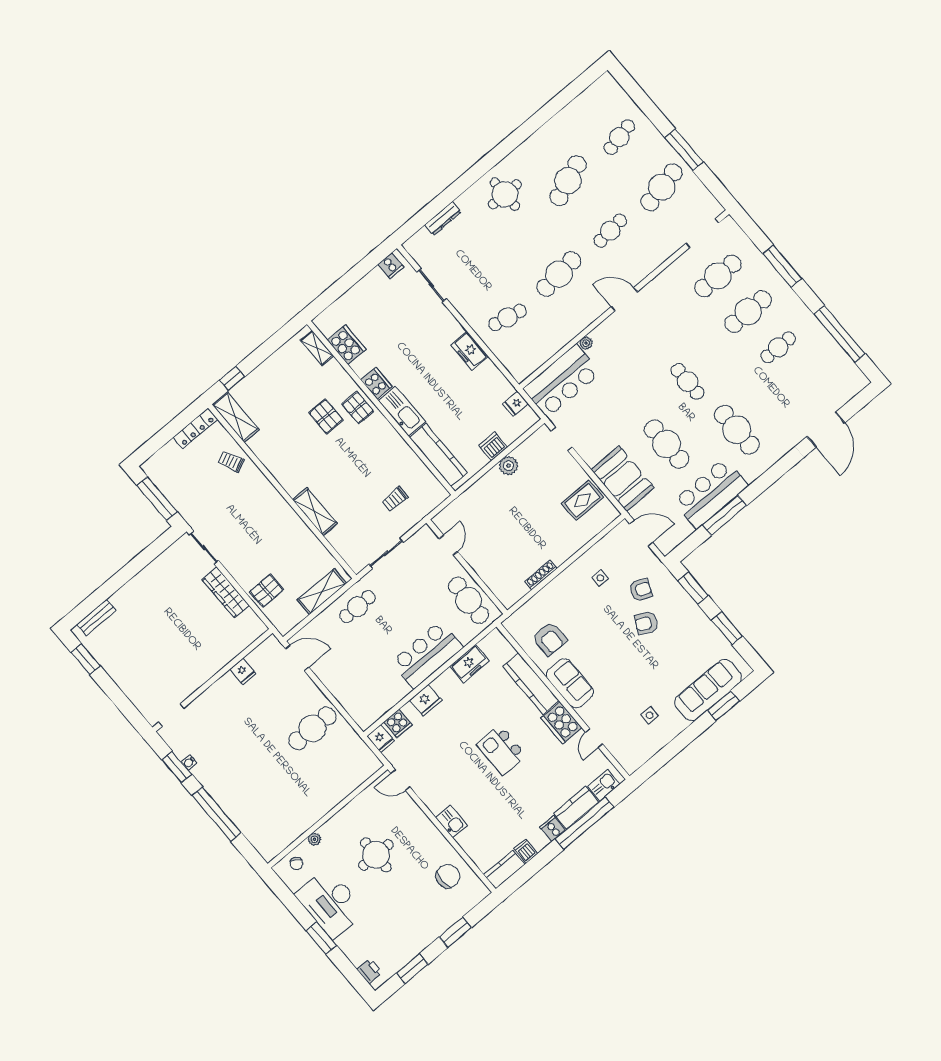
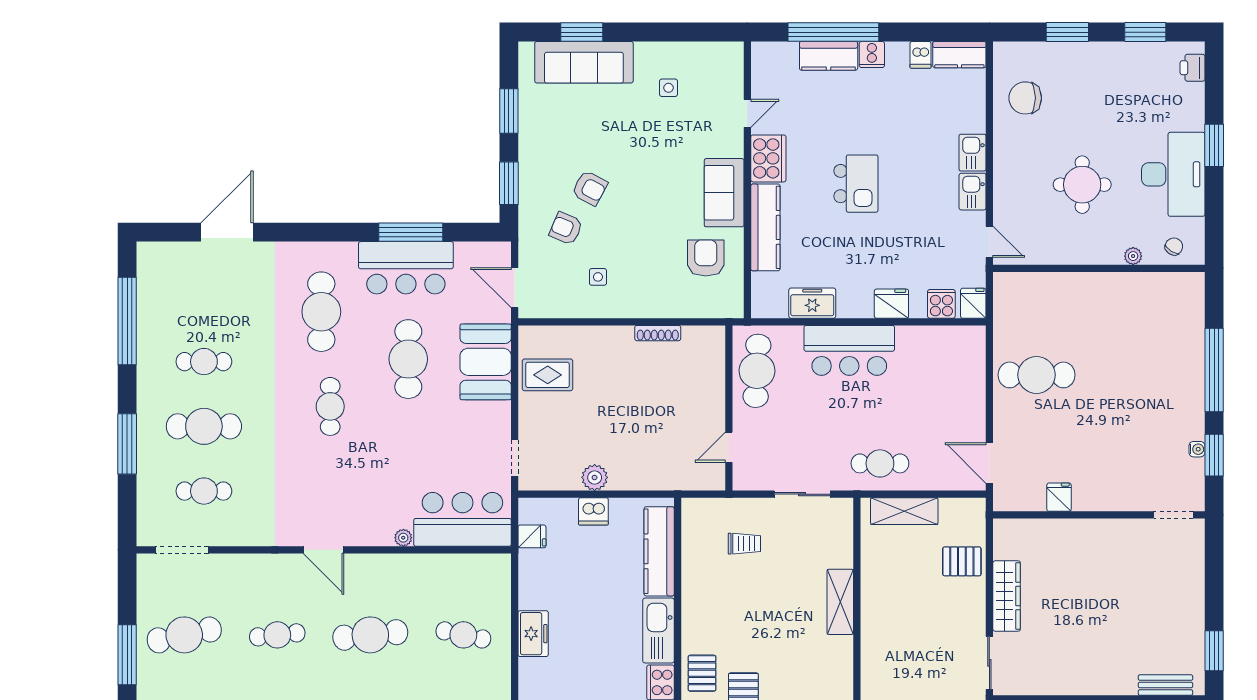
cafe table: (718, 276) -> (204, 491), width x0.73, depth x0.74
kitchen sink: (604, 785) -> (973, 192), moved, turned 90

